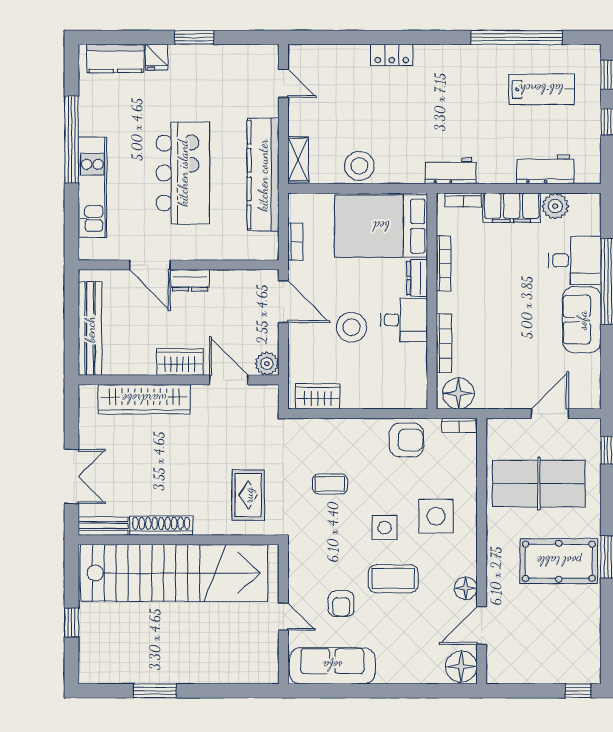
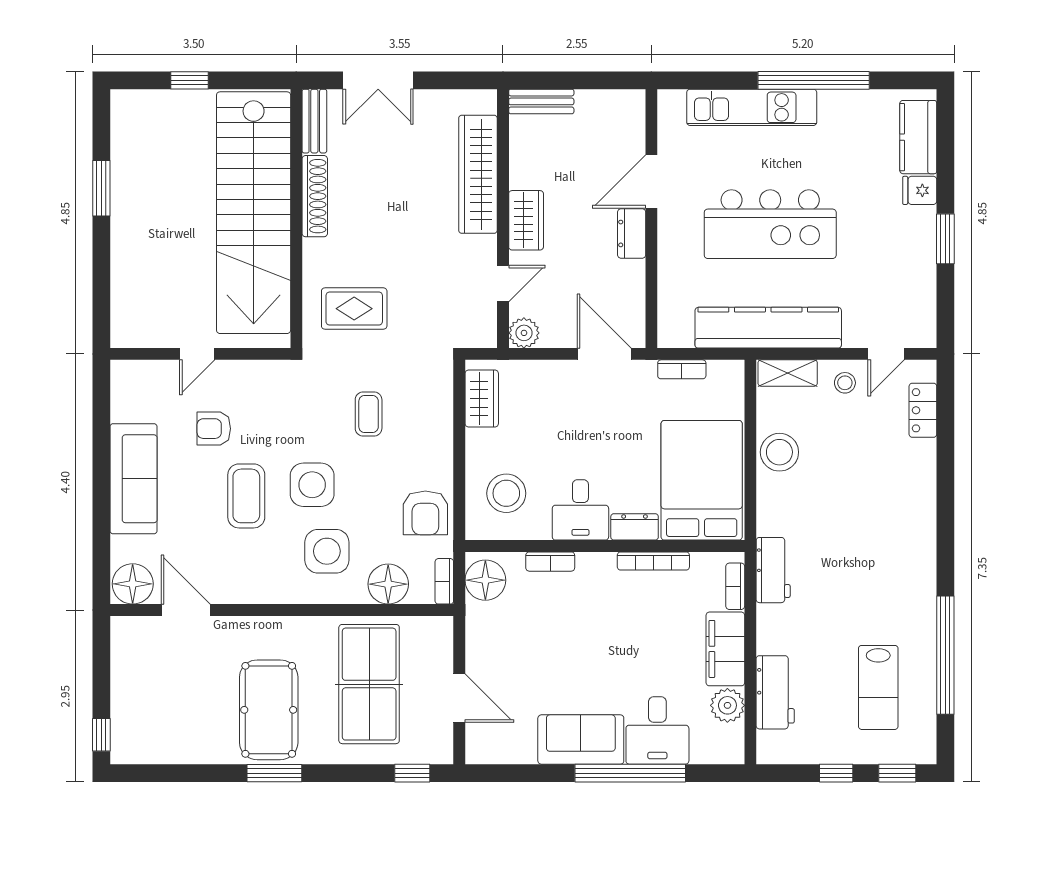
locker: (392, 55) -> (923, 410), moved
stool: (306, 115) -> (845, 383), added
door: (283, 302) -> (604, 354), swing flipped
stool: (352, 327) -> (506, 493), moved
bench: (90, 329) -> (541, 101), width x0.54, depth x0.82
bookcase: (444, 343) -> (550, 562), width x0.64
door: (229, 380) -> (503, 284), width x0.73
side table: (385, 528) -> (312, 485), width x1.37, depth x1.37
floor lamp: (466, 588) -> (388, 584), moved, width x1.38, depth x1.38
sofa: (332, 666) -> (134, 479), moved

